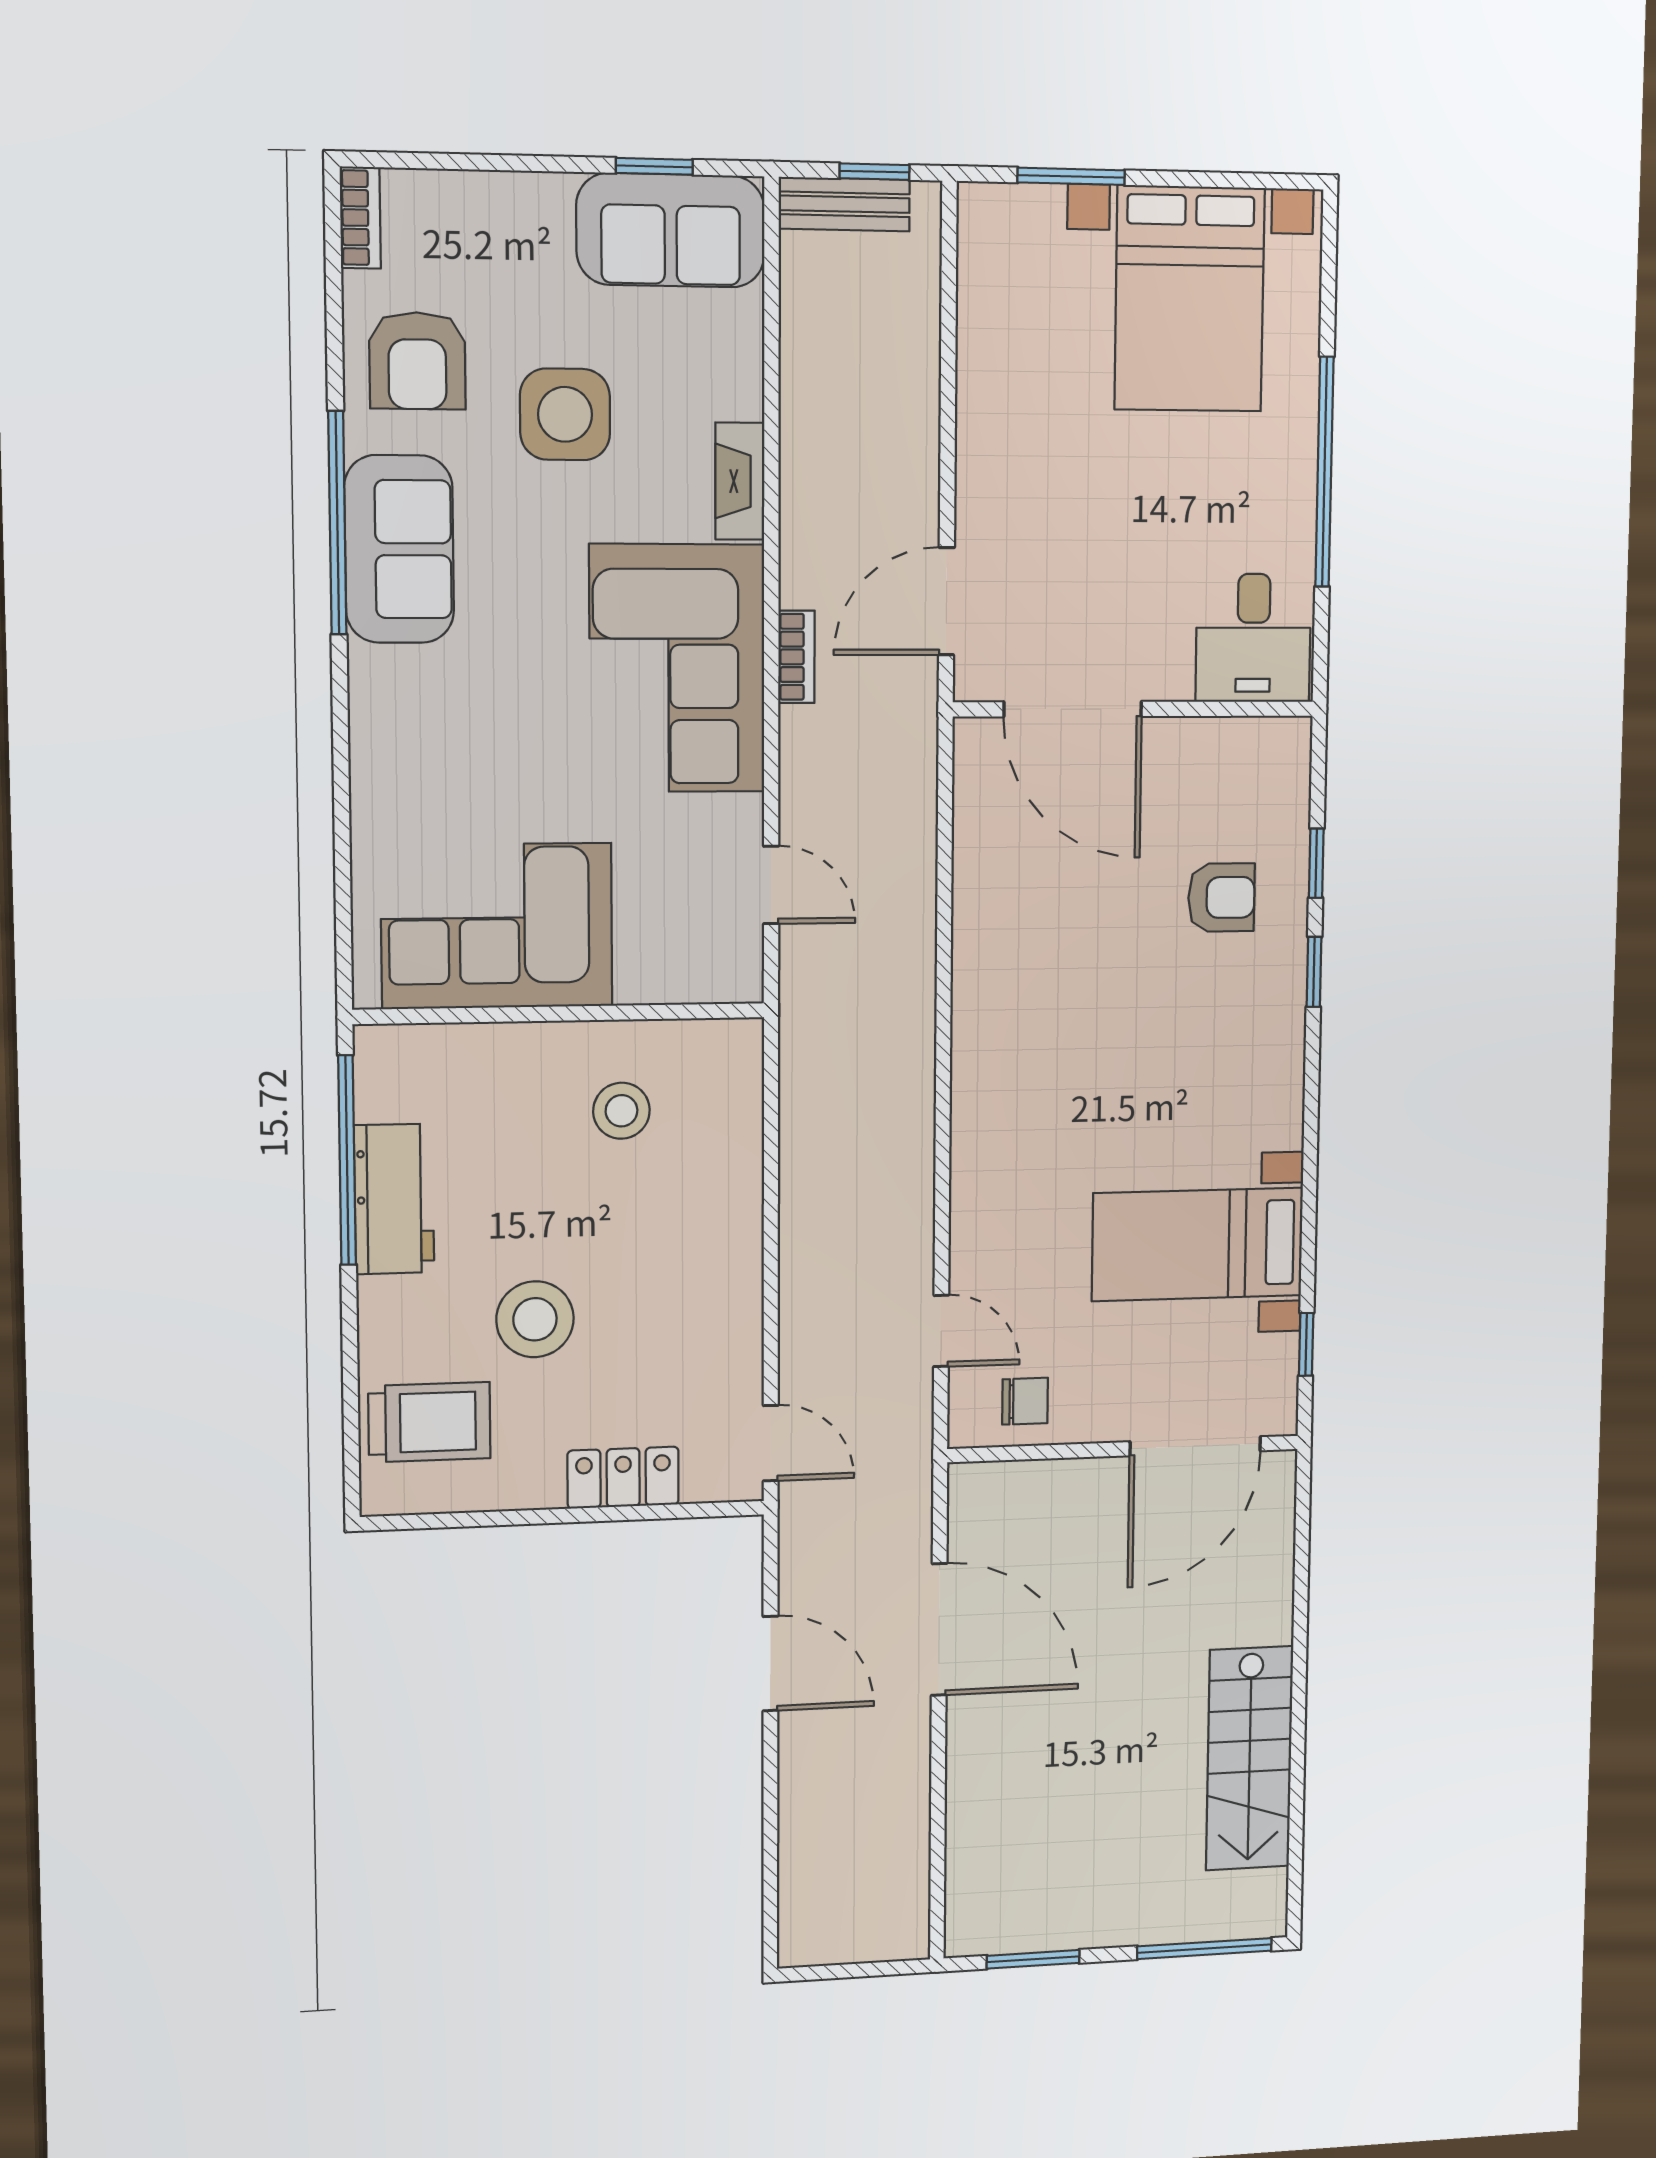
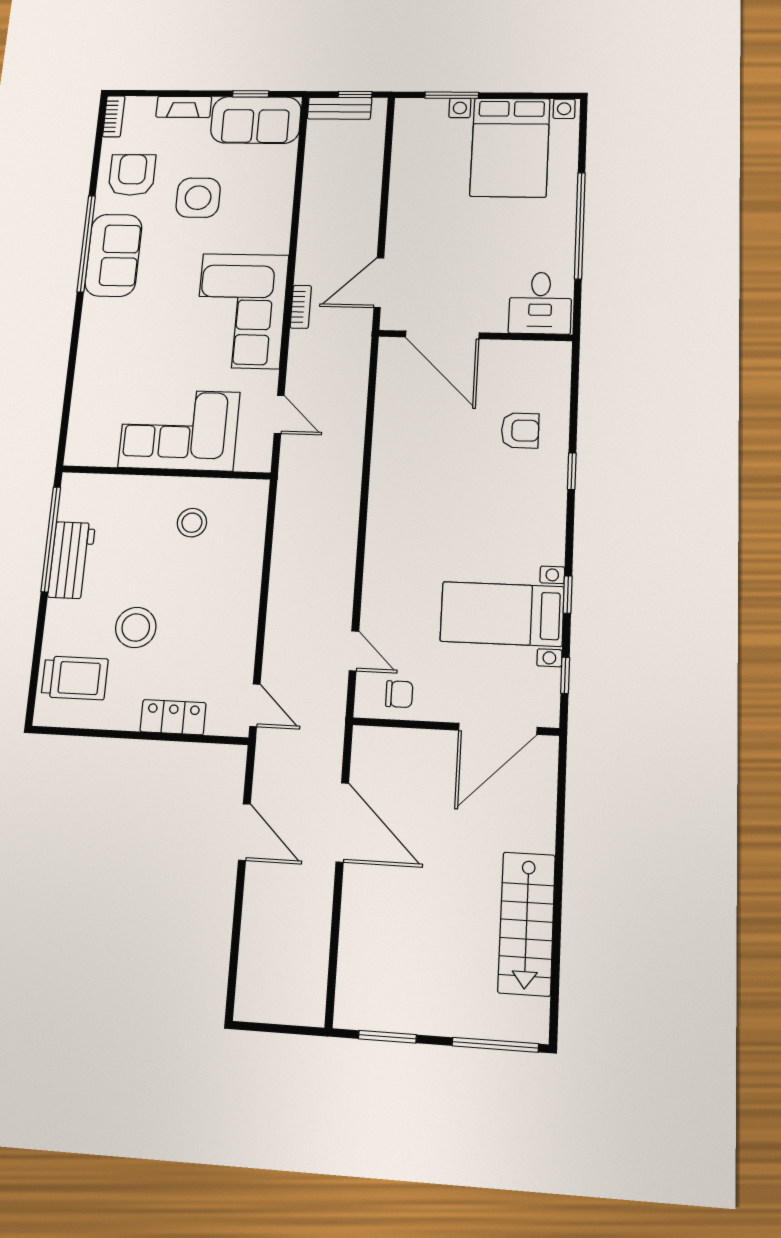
armchair: (417, 361) -> (132, 175), turned 180
fireplace: (740, 481) -> (184, 107), moved, turned -90
window: (1316, 863) -> (568, 595), moved
corner sofa: (497, 926) -> (179, 430), moved

